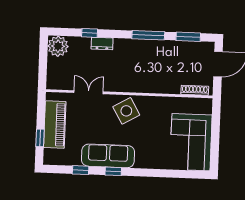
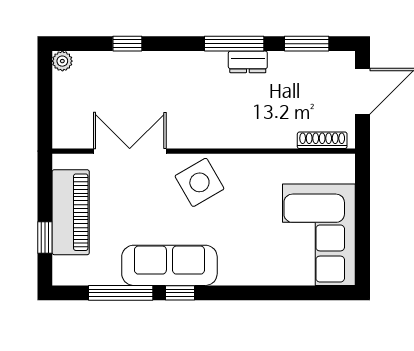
dresser: (102, 44) -> (248, 62), moved
plant: (58, 46) -> (62, 61), width x0.53, depth x0.53
double door: (89, 92) -> (130, 151), width x1.37
window: (81, 170) -> (121, 293), width x2.17

